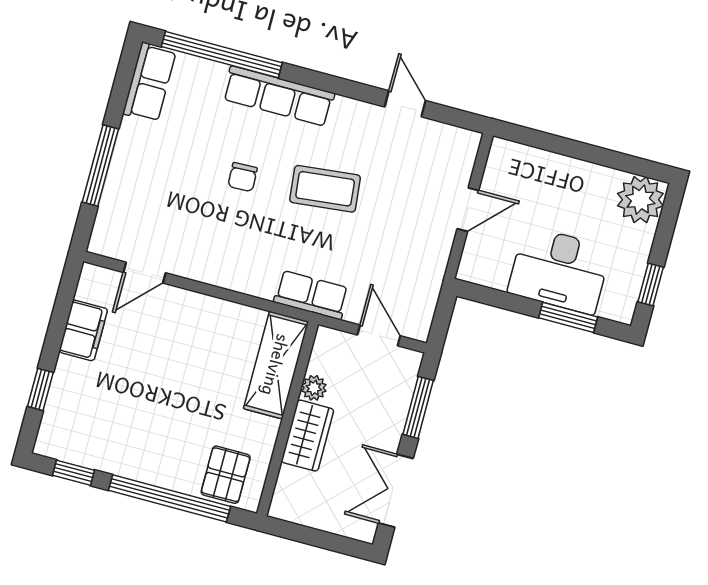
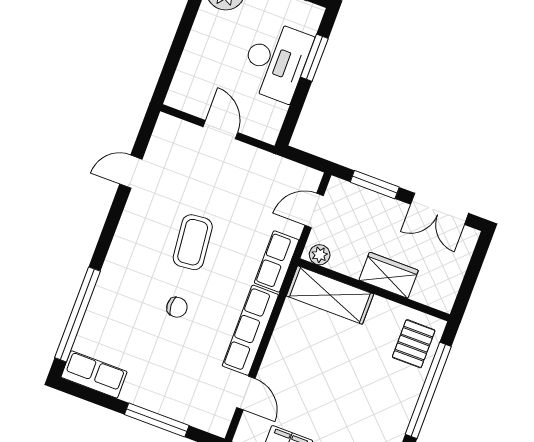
row of seats: (279, 96) -> (250, 330), moved, turned 180
plant: (314, 388) -> (320, 255), moved
pallet: (226, 475) -> (414, 344), turned 90

